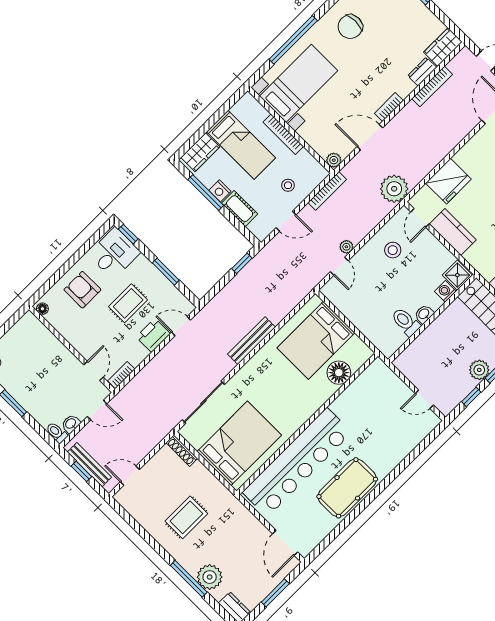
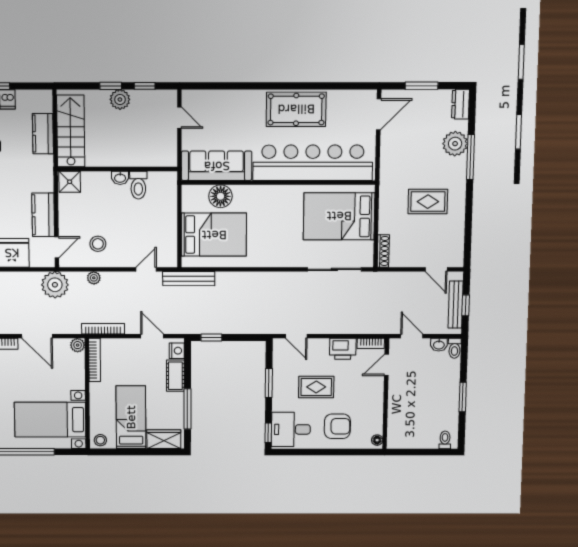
bookcase: (283, 134) -> (95, 360), moved
stool: (288, 185) -> (100, 440), moved
nightstand: (220, 191) -> (177, 351), moved
plant: (346, 247) -> (94, 278), moved
armchair: (82, 290) -> (337, 426), turned -90
washing machine: (445, 291) -> (89, 179), removed
printer: (153, 335) -> (343, 349), moved
bench: (251, 341) -> (189, 279), moved
sofa: (364, 392) -> (217, 166), added

